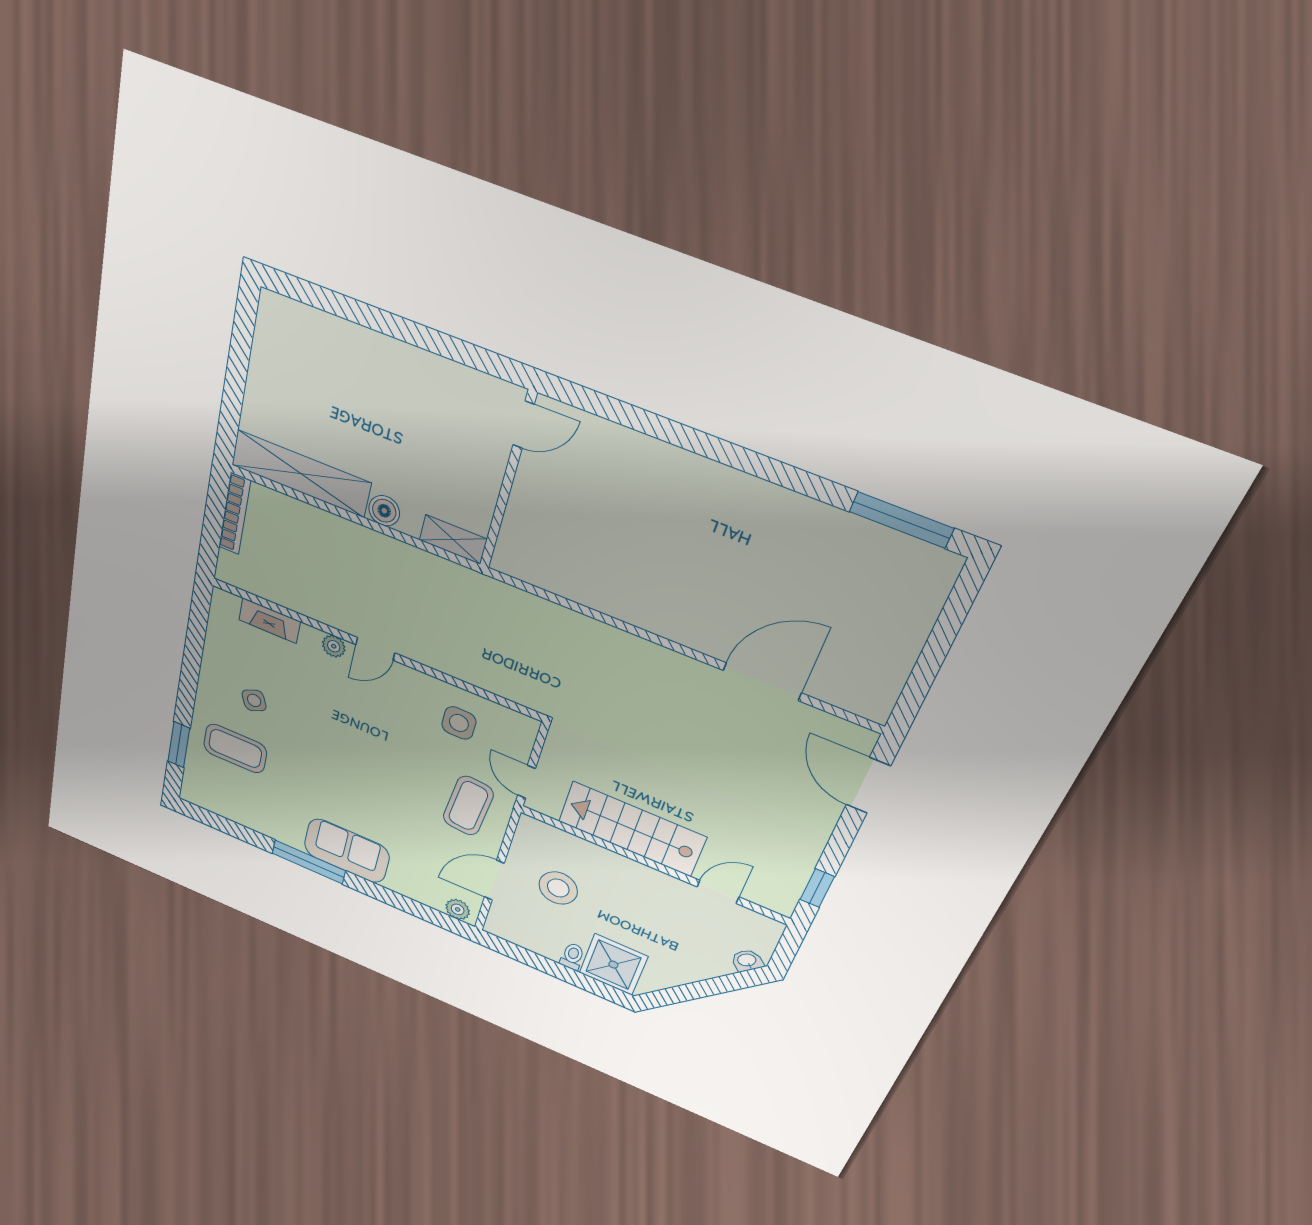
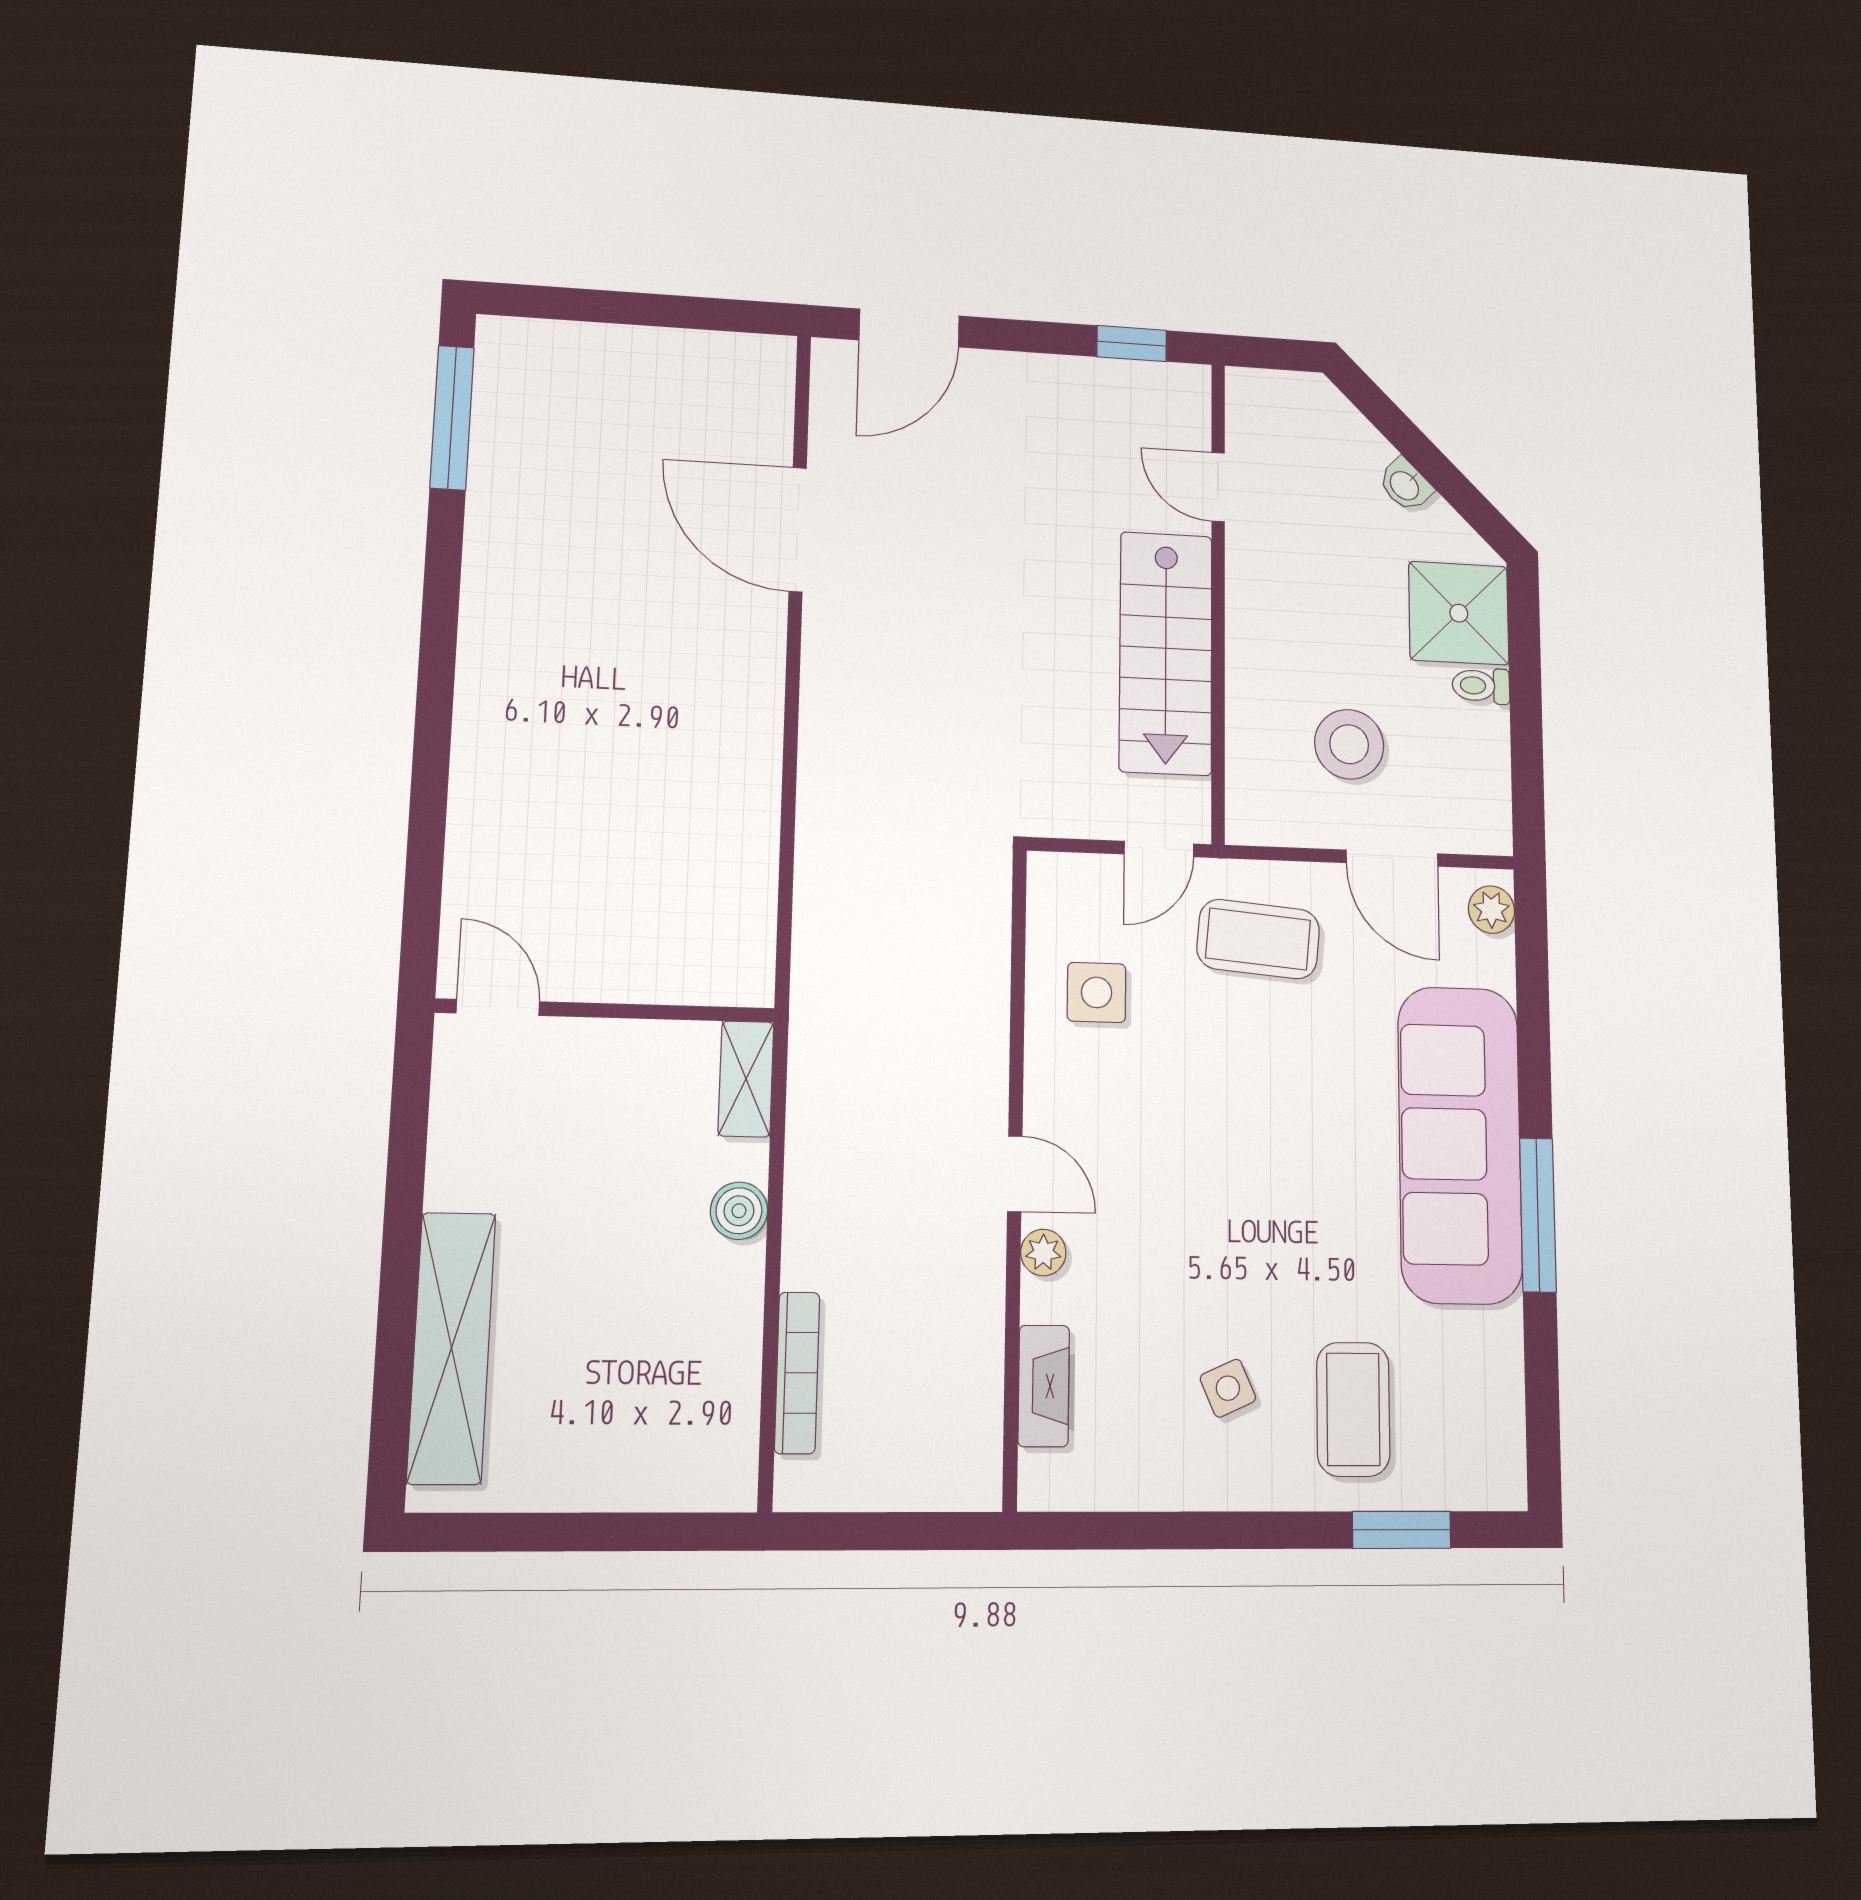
shelving: (301, 474) -> (452, 1348), moved
bookcase: (235, 514) -> (797, 1373), moved, turned 90
sofa: (347, 851) -> (1460, 1144), width x1.85, depth x1.27
washbasin: (747, 961) -> (1405, 485), moved

